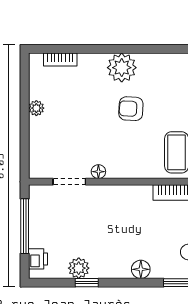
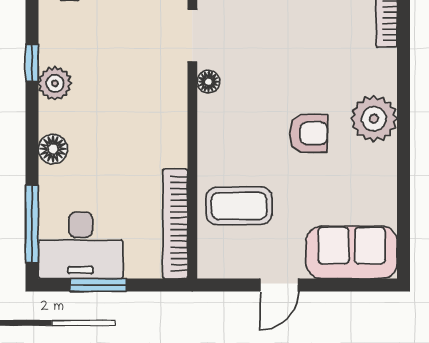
armchair: (131, 109) -> (308, 133), turned 87
plant: (79, 268) -> (55, 83), moved

